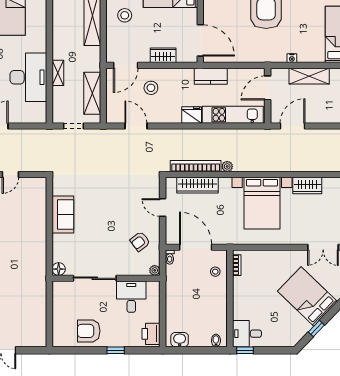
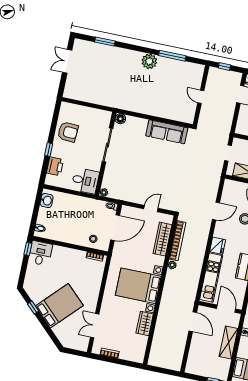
door: (136, 126) -> (216, 211), moved
sofa: (63, 214) -> (167, 132), width x1.36
armchair: (140, 241) -> (129, 186), removed
desk: (131, 297) -> (85, 181), moved
armchair: (89, 331) -> (68, 132), turned 93
printer: (151, 334) -> (55, 166), moved, turned 90

